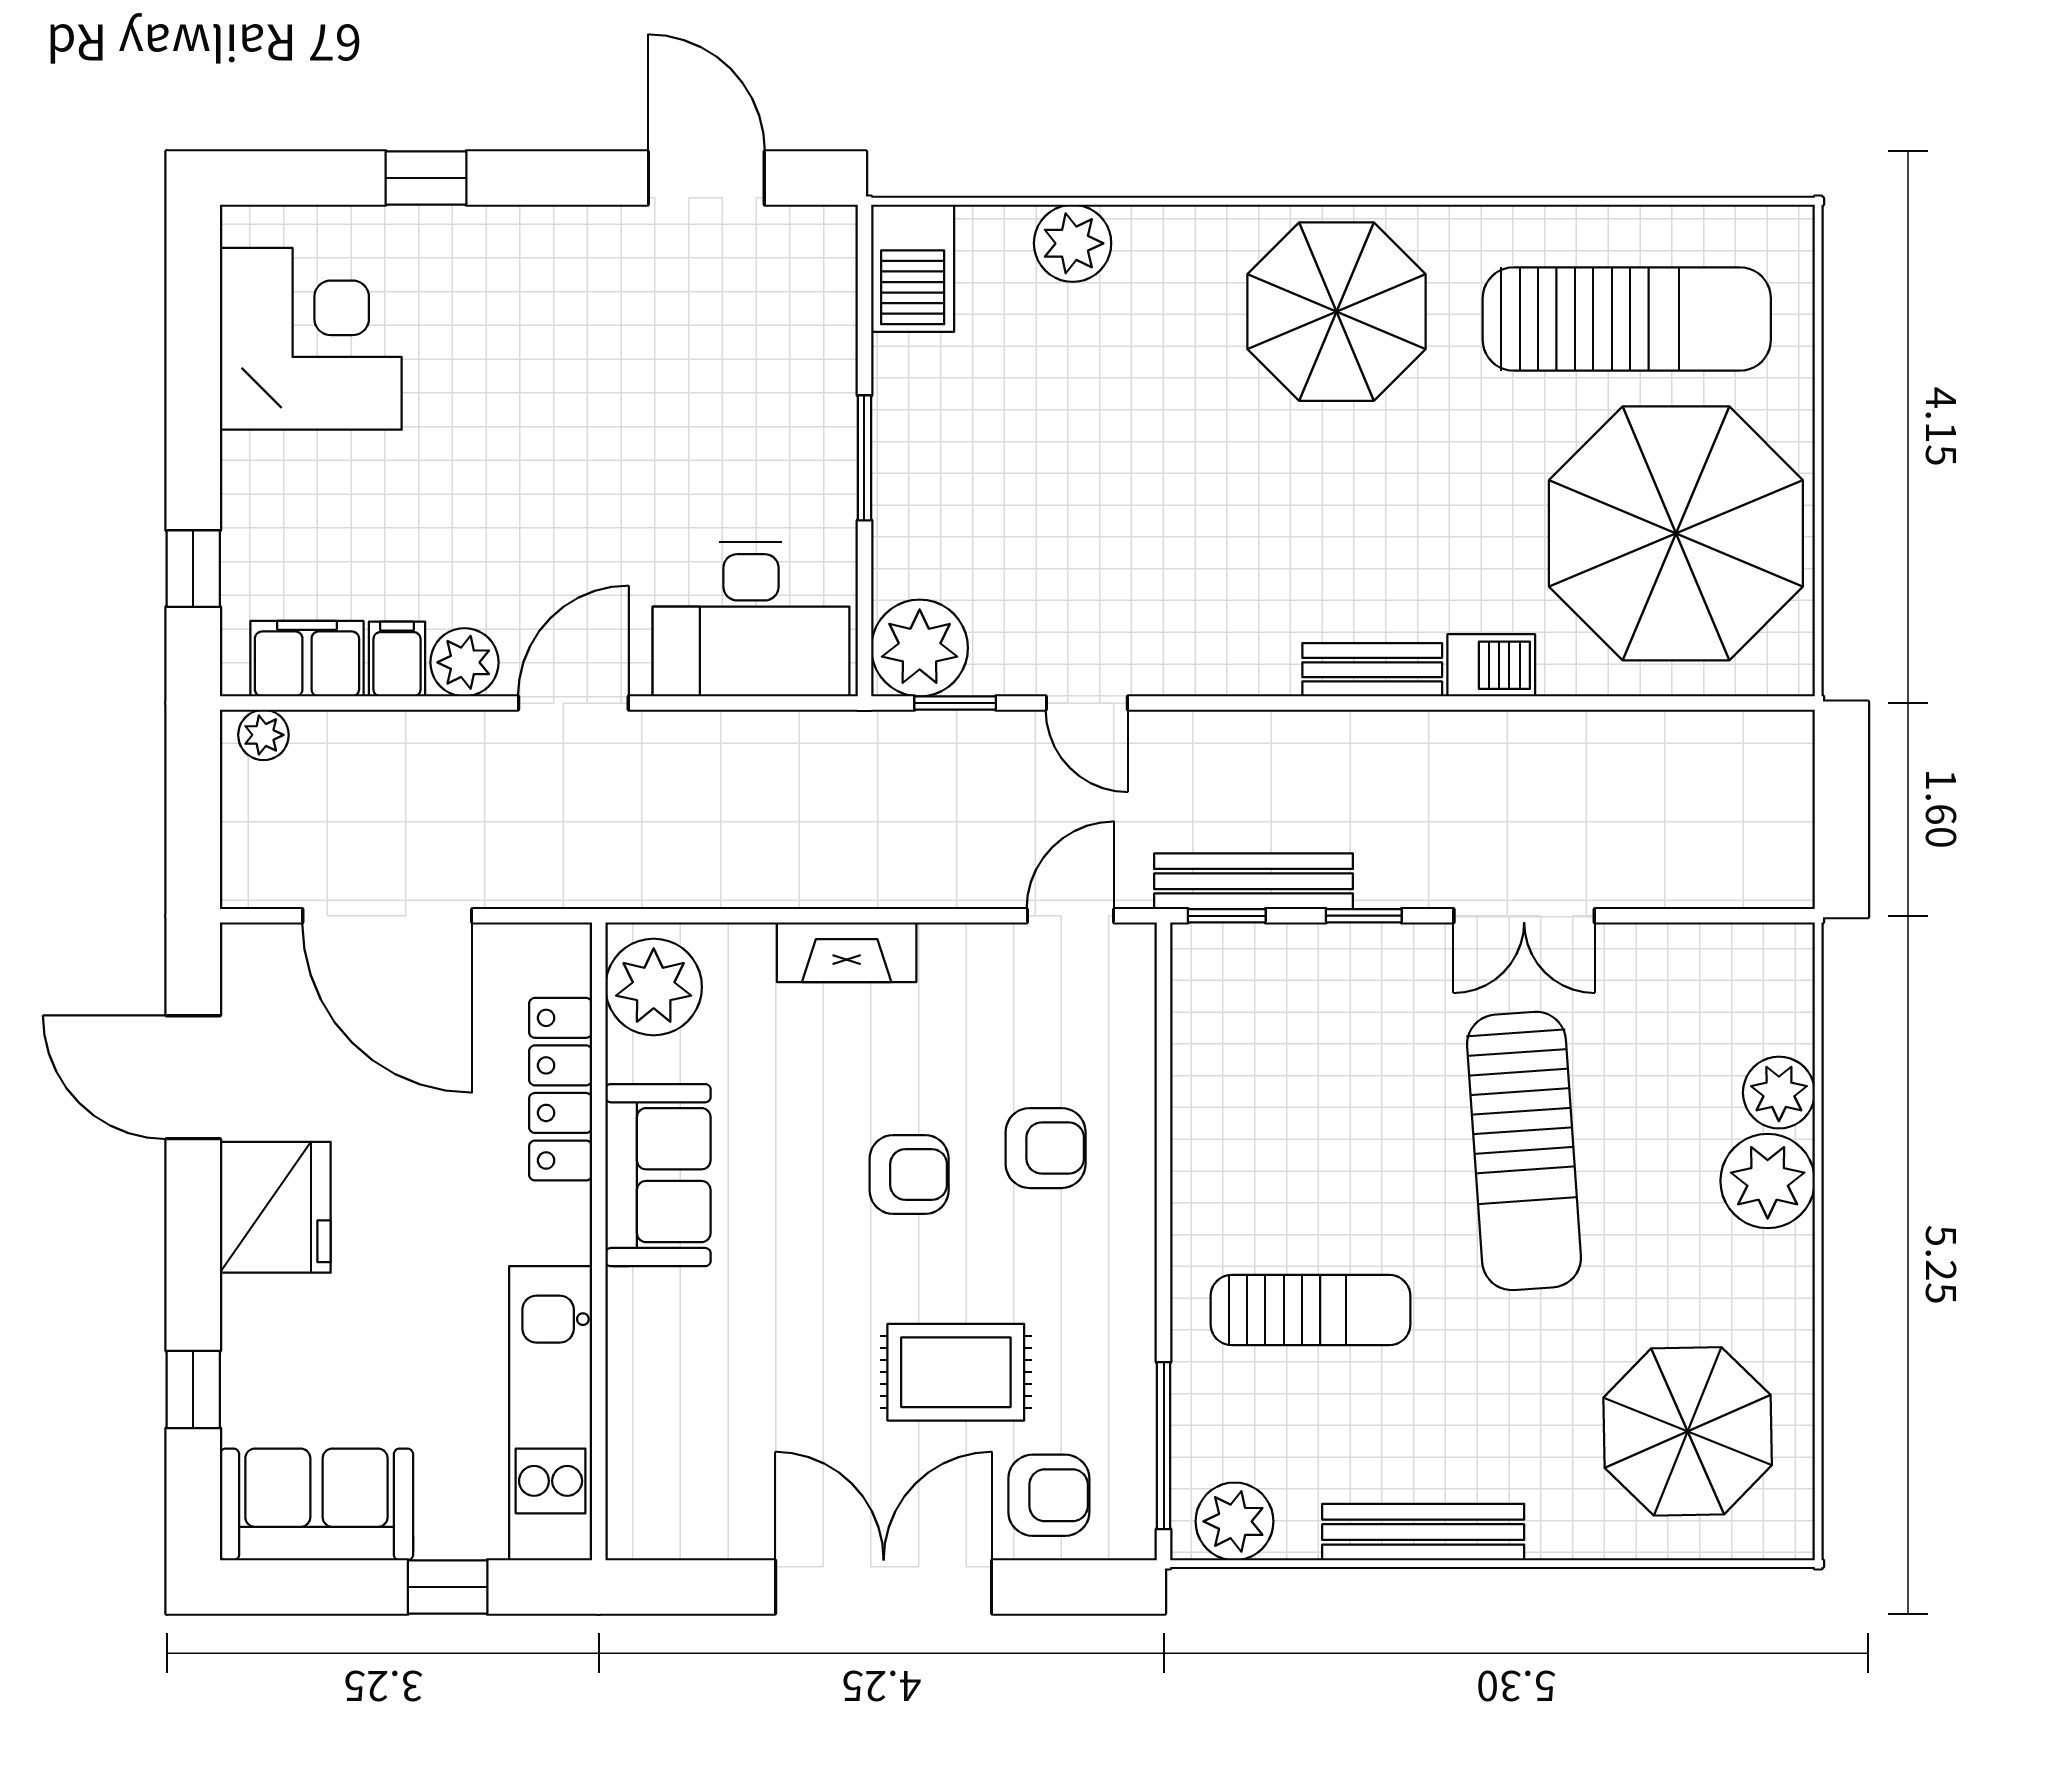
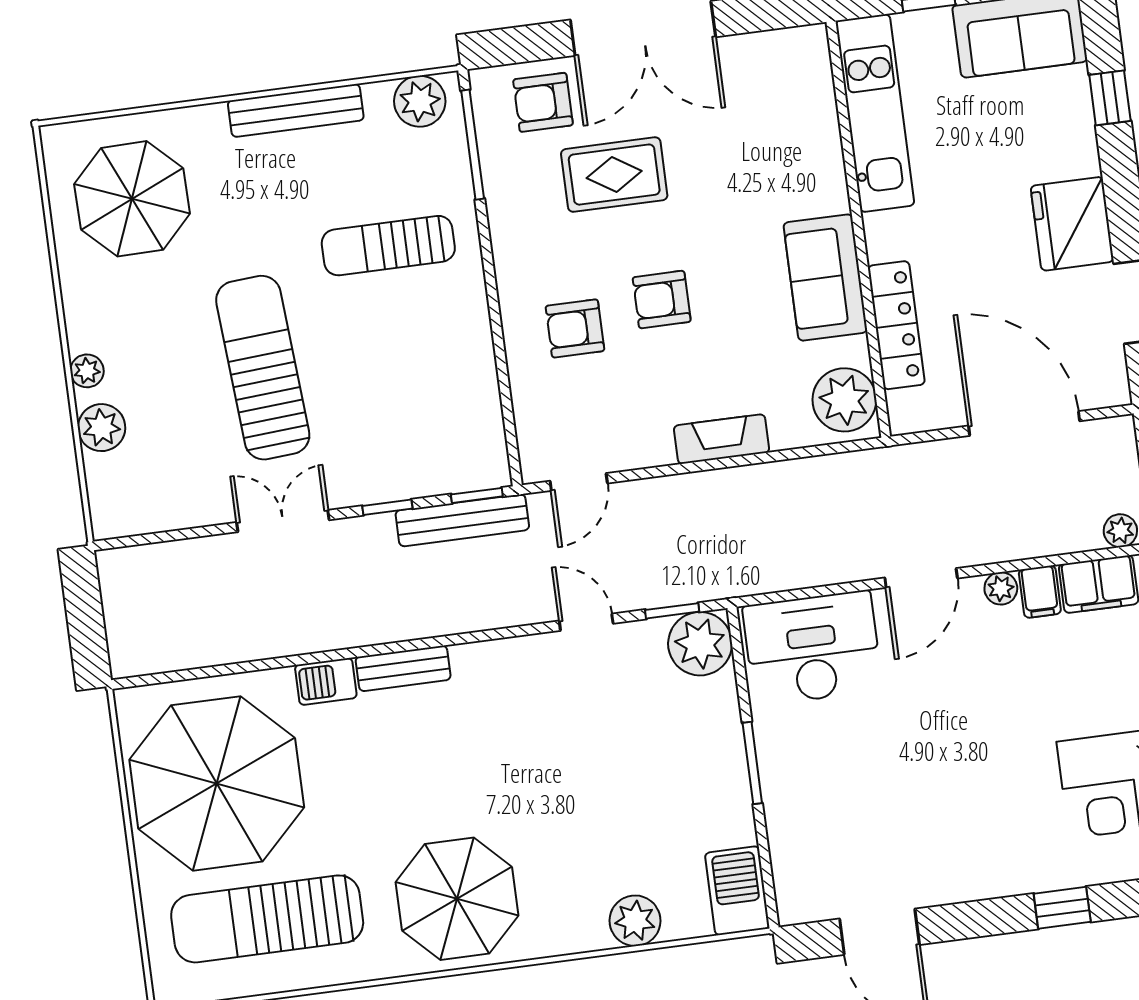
plant: (464, 662) -> (1001, 588), width x0.73, depth x0.73
plant: (1768, 1181) -> (87, 371), width x0.53, depth x0.53

